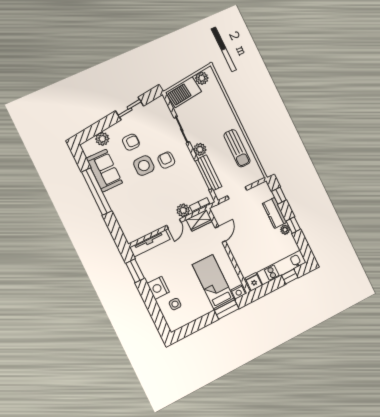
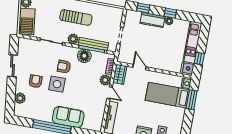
sun lounger: (237, 148) -> (76, 17), moved
sofa: (104, 171) -> (68, 117), moved
floor lamp: (192, 172) -> (84, 56), added
window: (290, 277) -> (199, 59), moved

